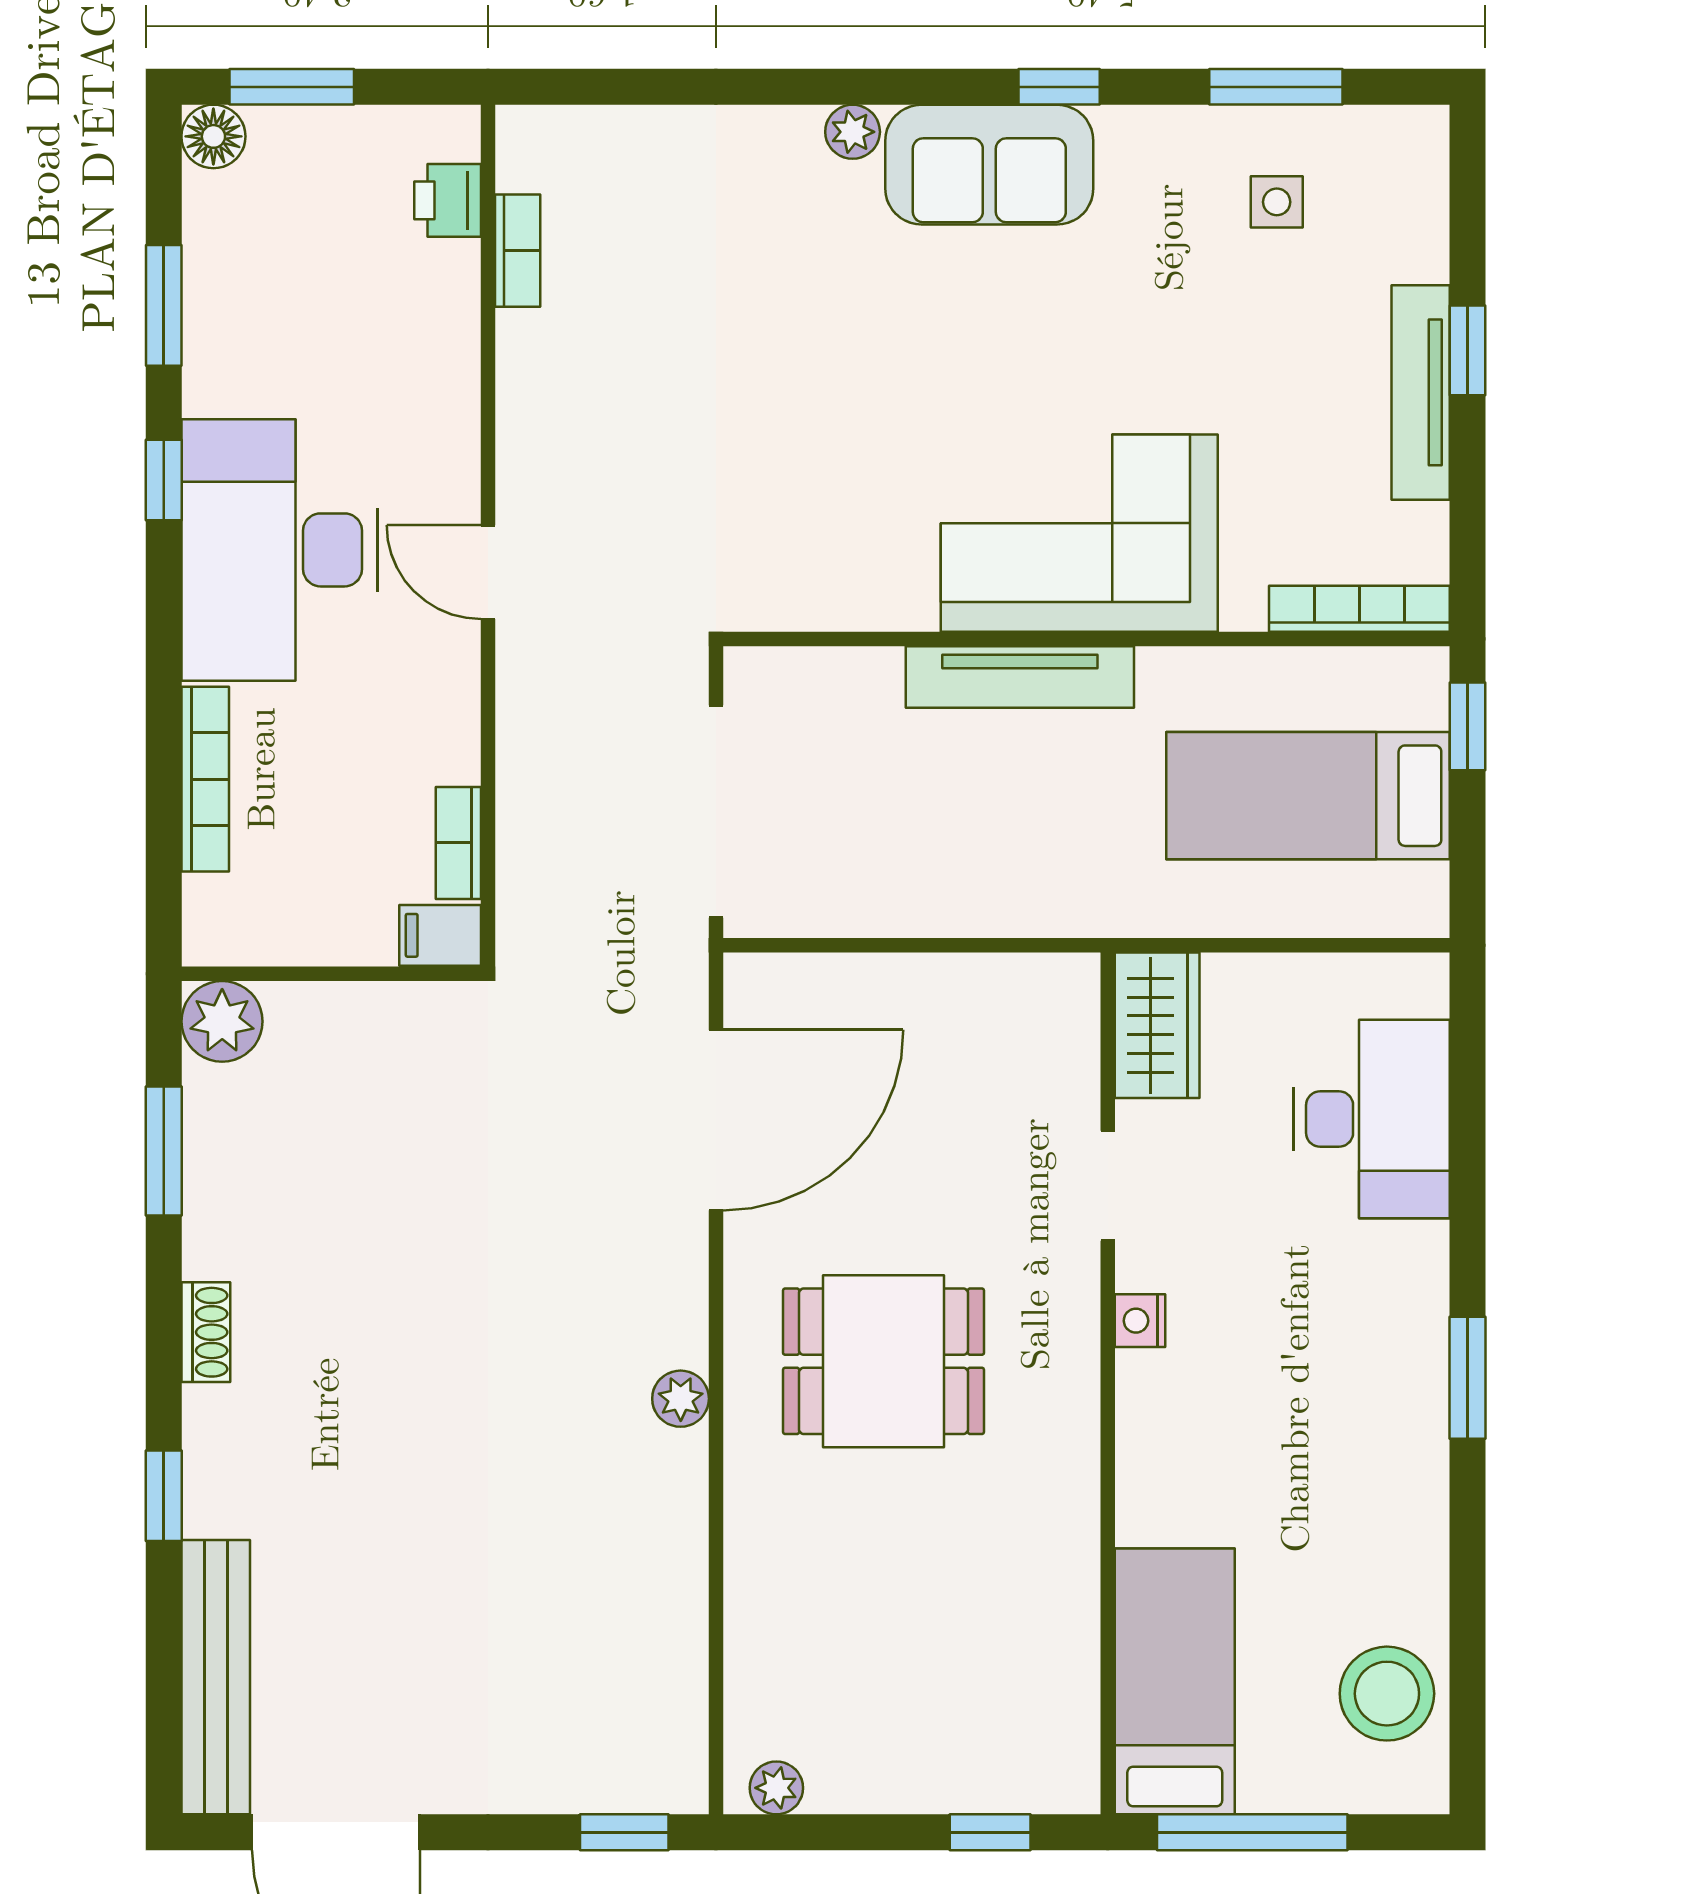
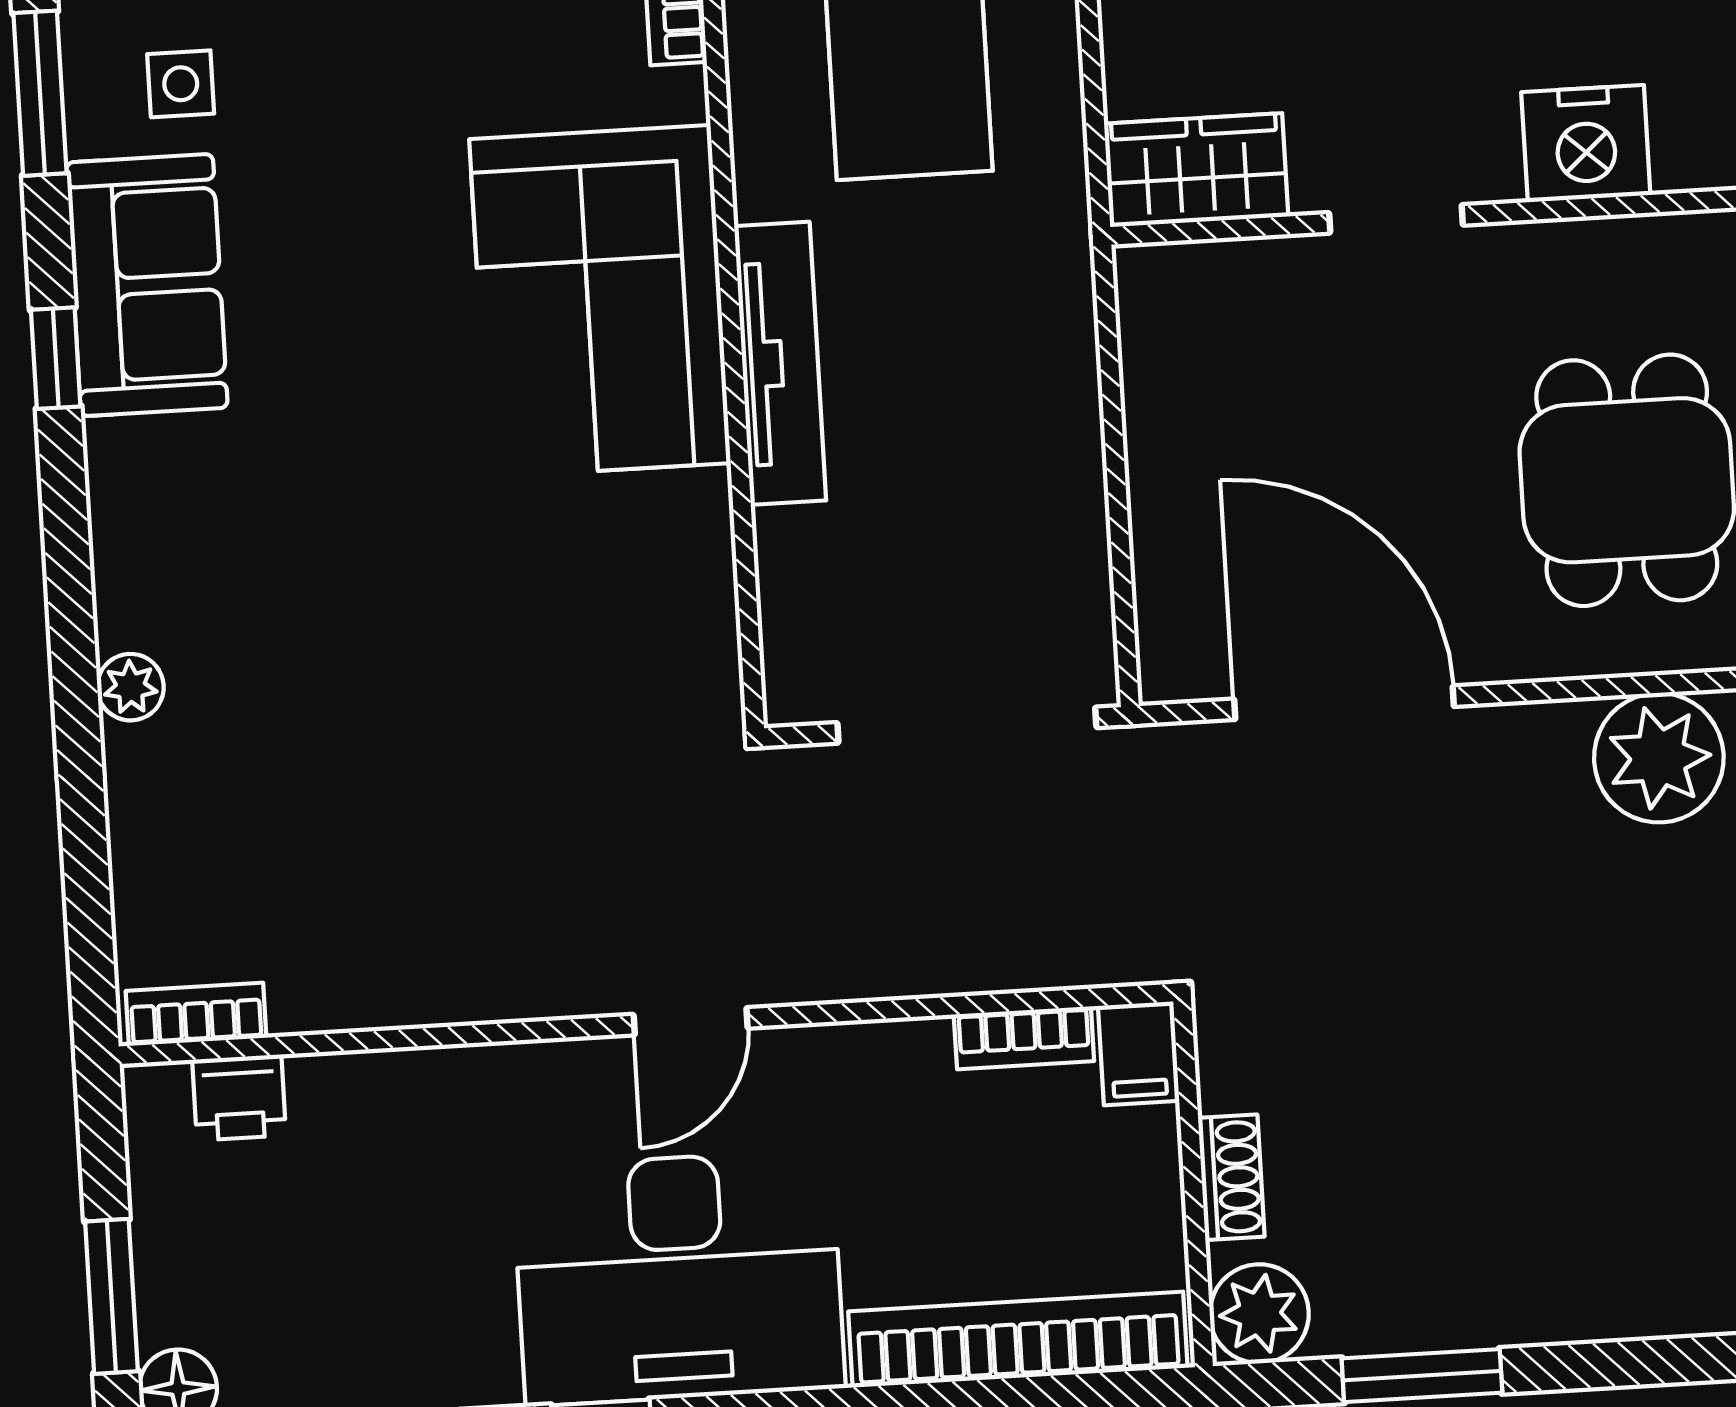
plant: (853, 132) -> (130, 687), moved
sofa: (989, 165) -> (147, 285), moved
bookcase: (518, 251) -> (196, 1014), moved
bookcase: (205, 779) -> (1018, 1340), width x1.48, depth x1.31
nightstand: (1140, 1321) -> (1586, 144), width x1.89, depth x1.79
shoe rack: (206, 1332) -> (1231, 1177), moved, turned 90
plant: (681, 1399) -> (1659, 758), width x1.88, depth x1.88

